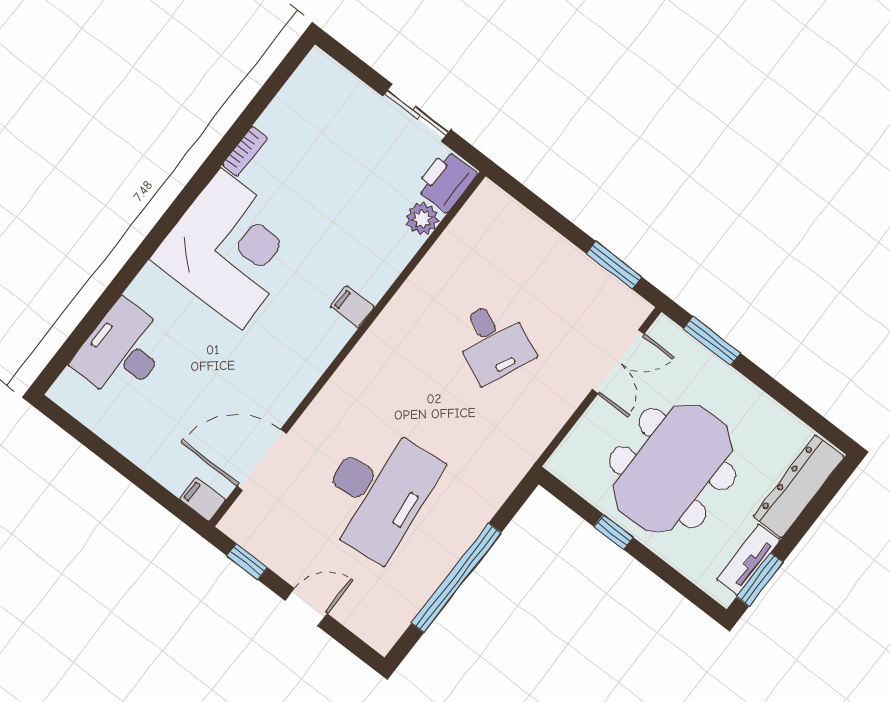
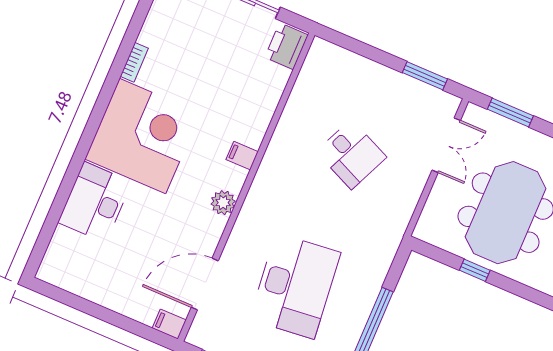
plant: (422, 219) -> (223, 203), moved
desk: (122, 351) -> (95, 202), moved

